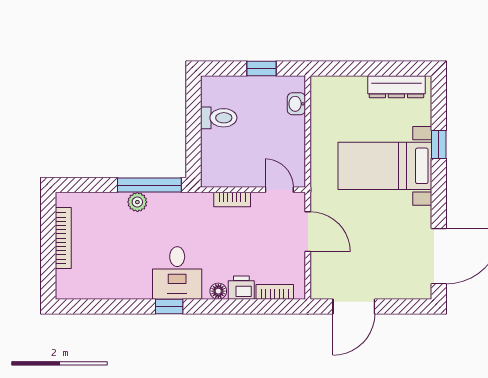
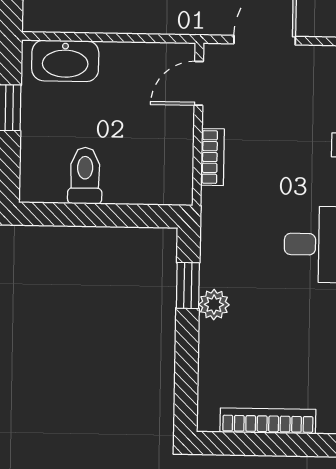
washbasin: (296, 104) -> (65, 61), width x1.91, depth x1.45
window: (149, 185) -> (188, 285), width x0.46

